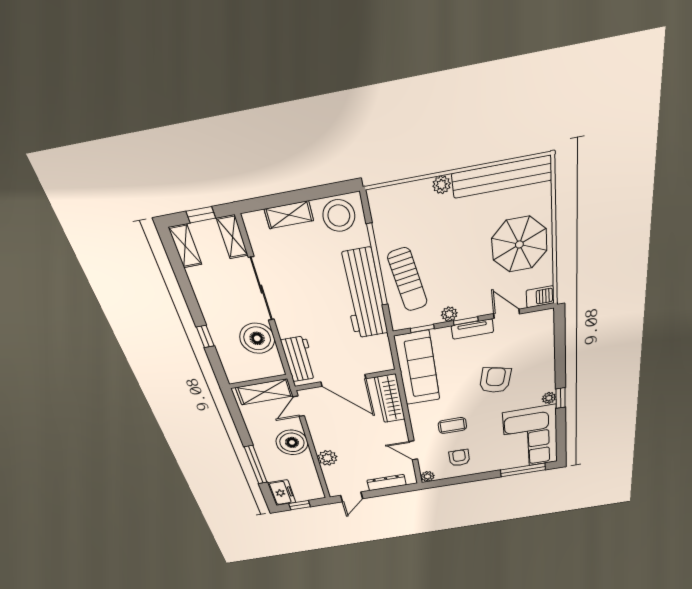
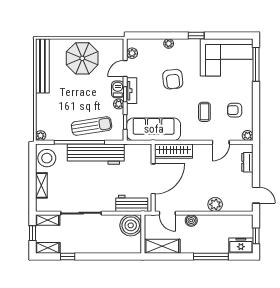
plant: (442, 185) -> (41, 135), moved
barbecue: (540, 297) -> (118, 89), moved
plant: (531, 319) -> (132, 53), added
window: (205, 336) -> (68, 256), moved
boiler: (257, 338) -> (131, 225), moved
armchair: (495, 380) -> (173, 79), turned -109
shelving: (264, 392) -> (162, 246), moved, turned 90
plant: (549, 398) -> (169, 44), moved
boiler: (292, 442) -> (191, 221), width x0.54, depth x0.54
dresser: (387, 483) -> (247, 162), width x0.70

